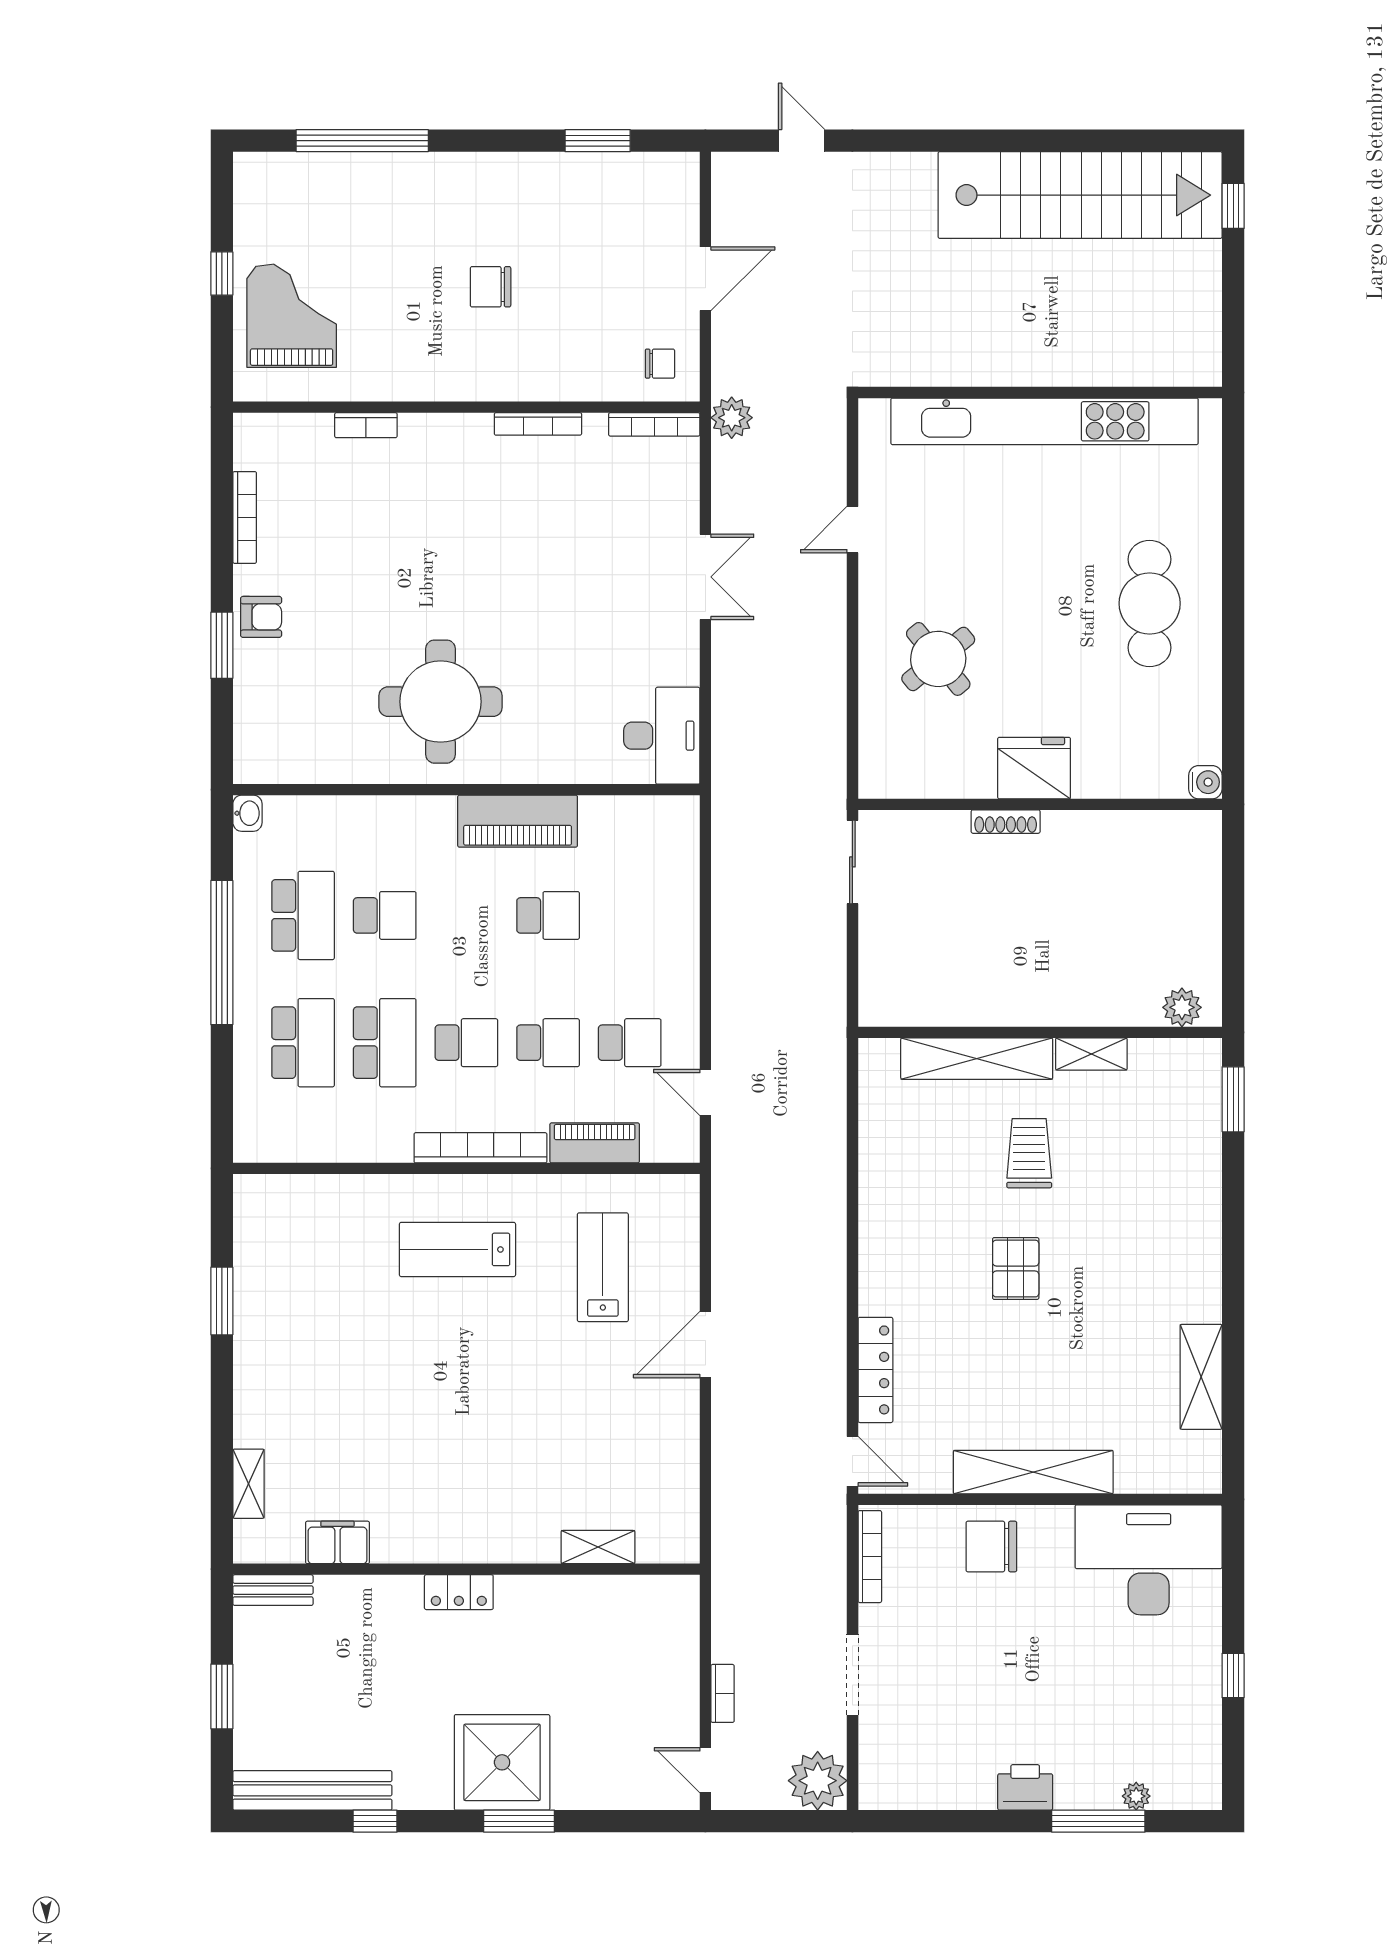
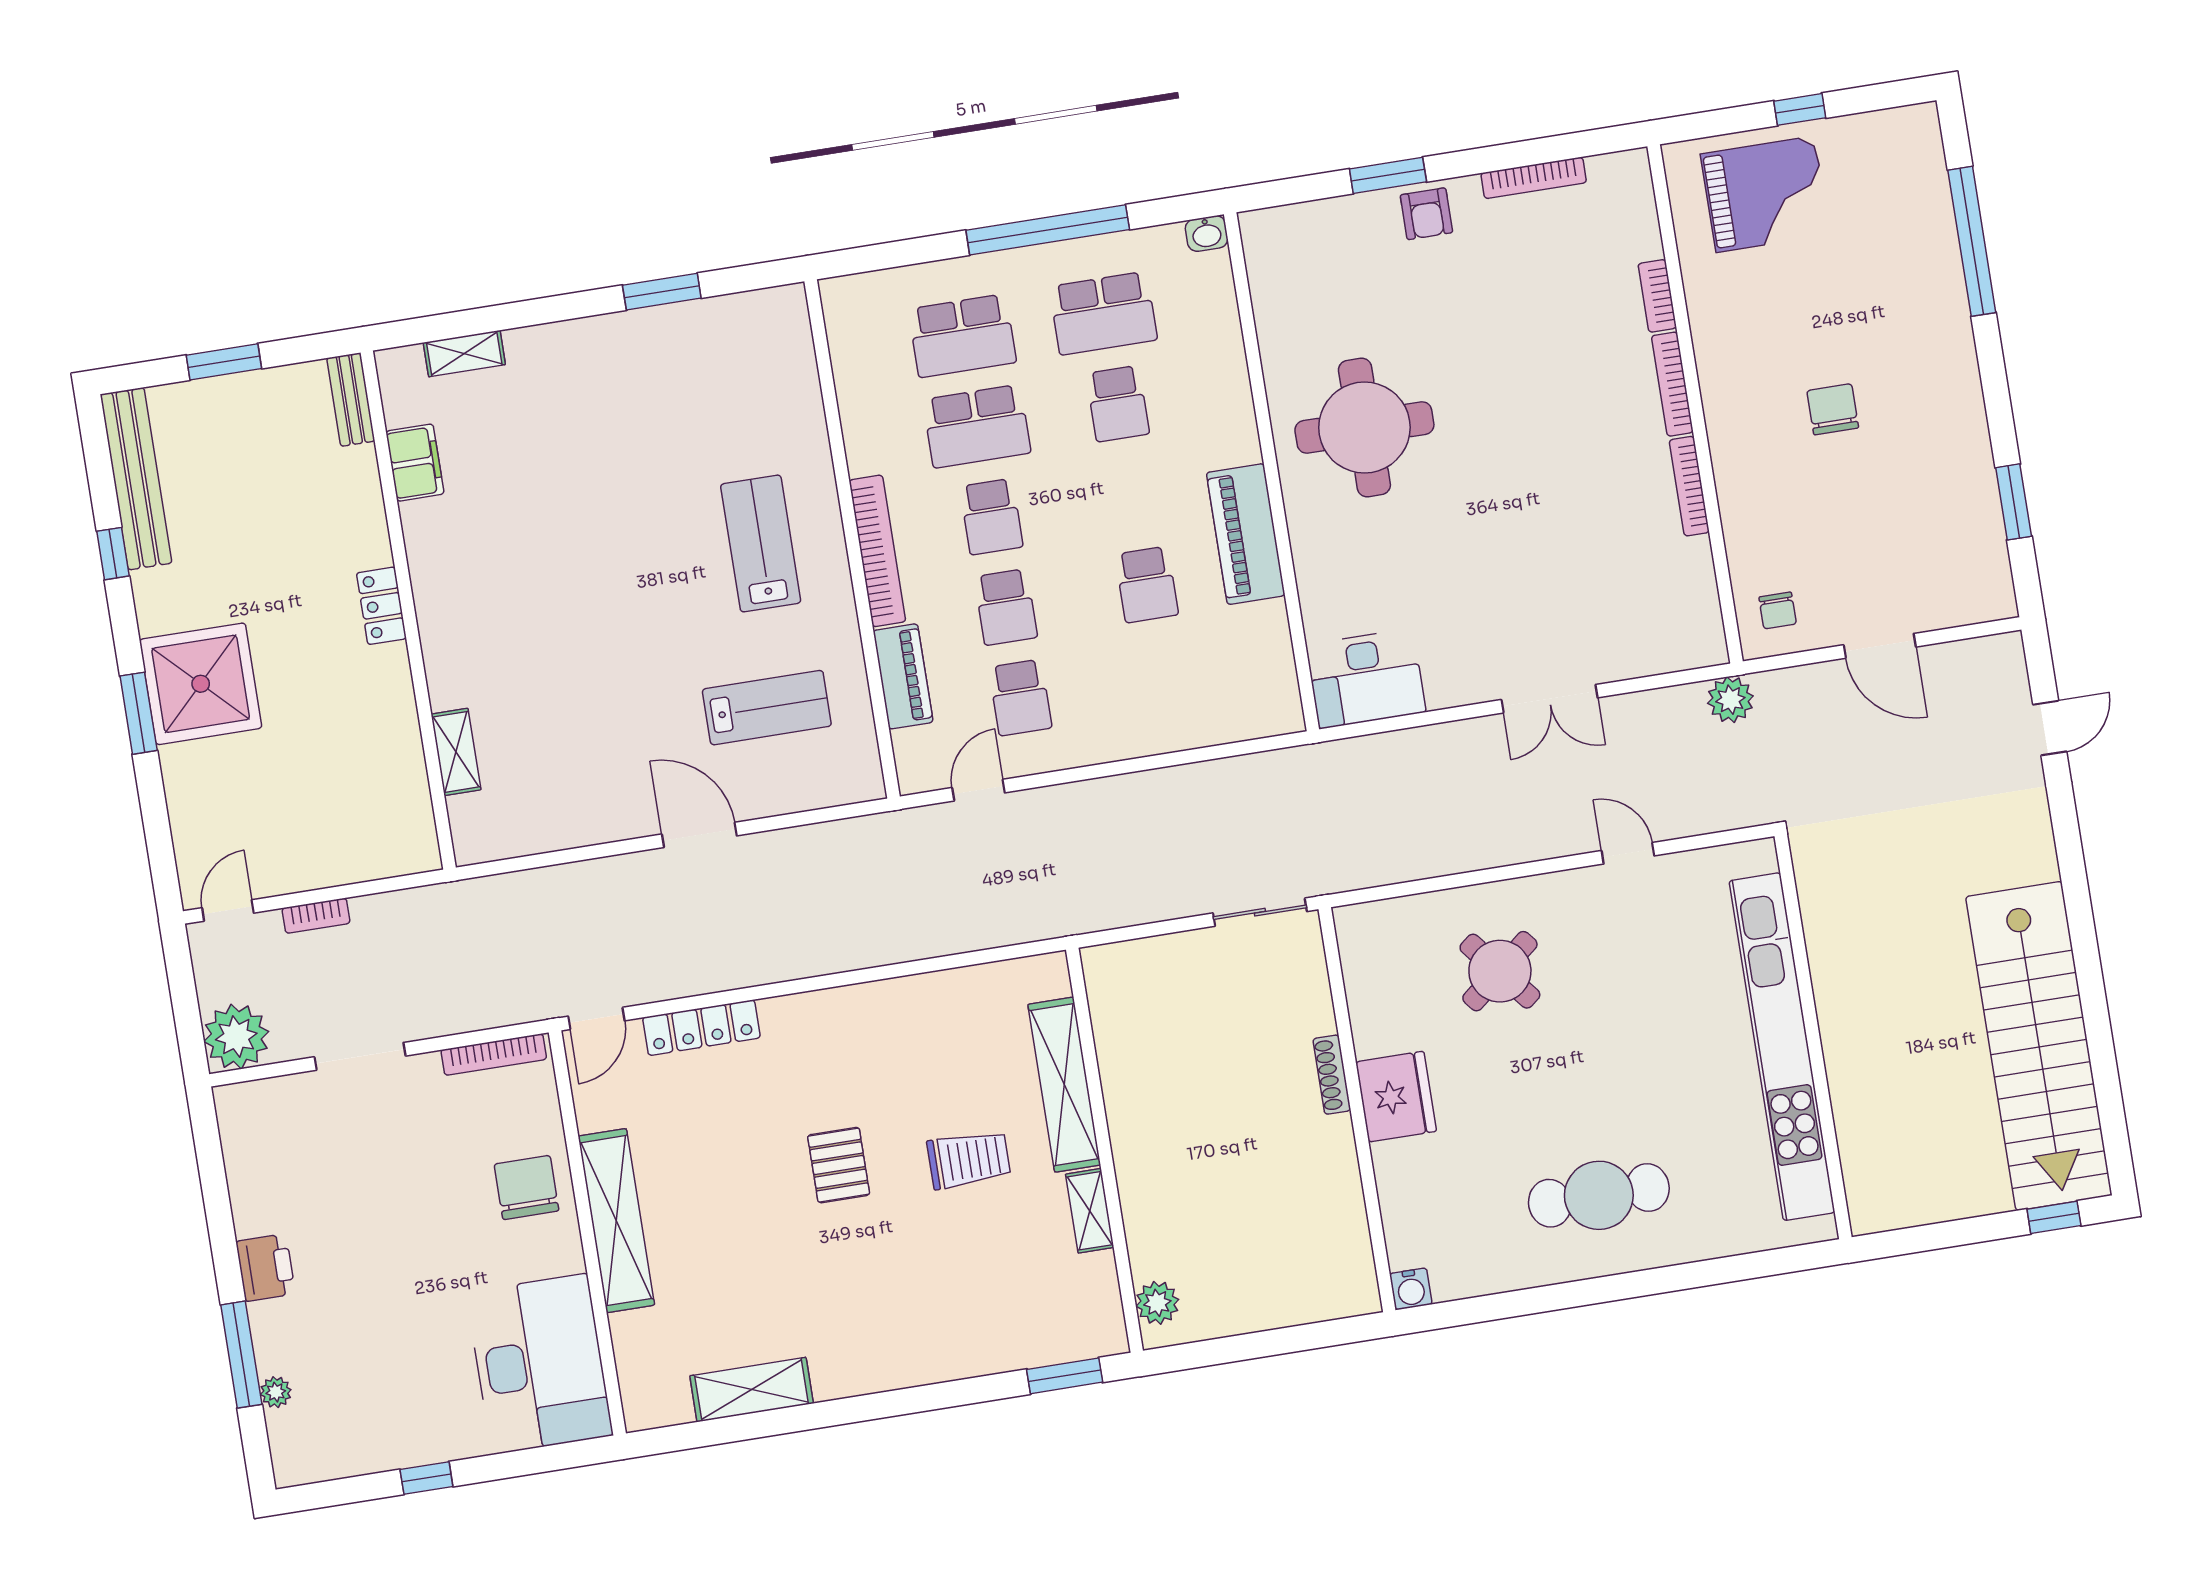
bookcase: (654, 424) -> (1672, 384), moved
pallet: (1016, 1269) -> (839, 1165), turned 90

